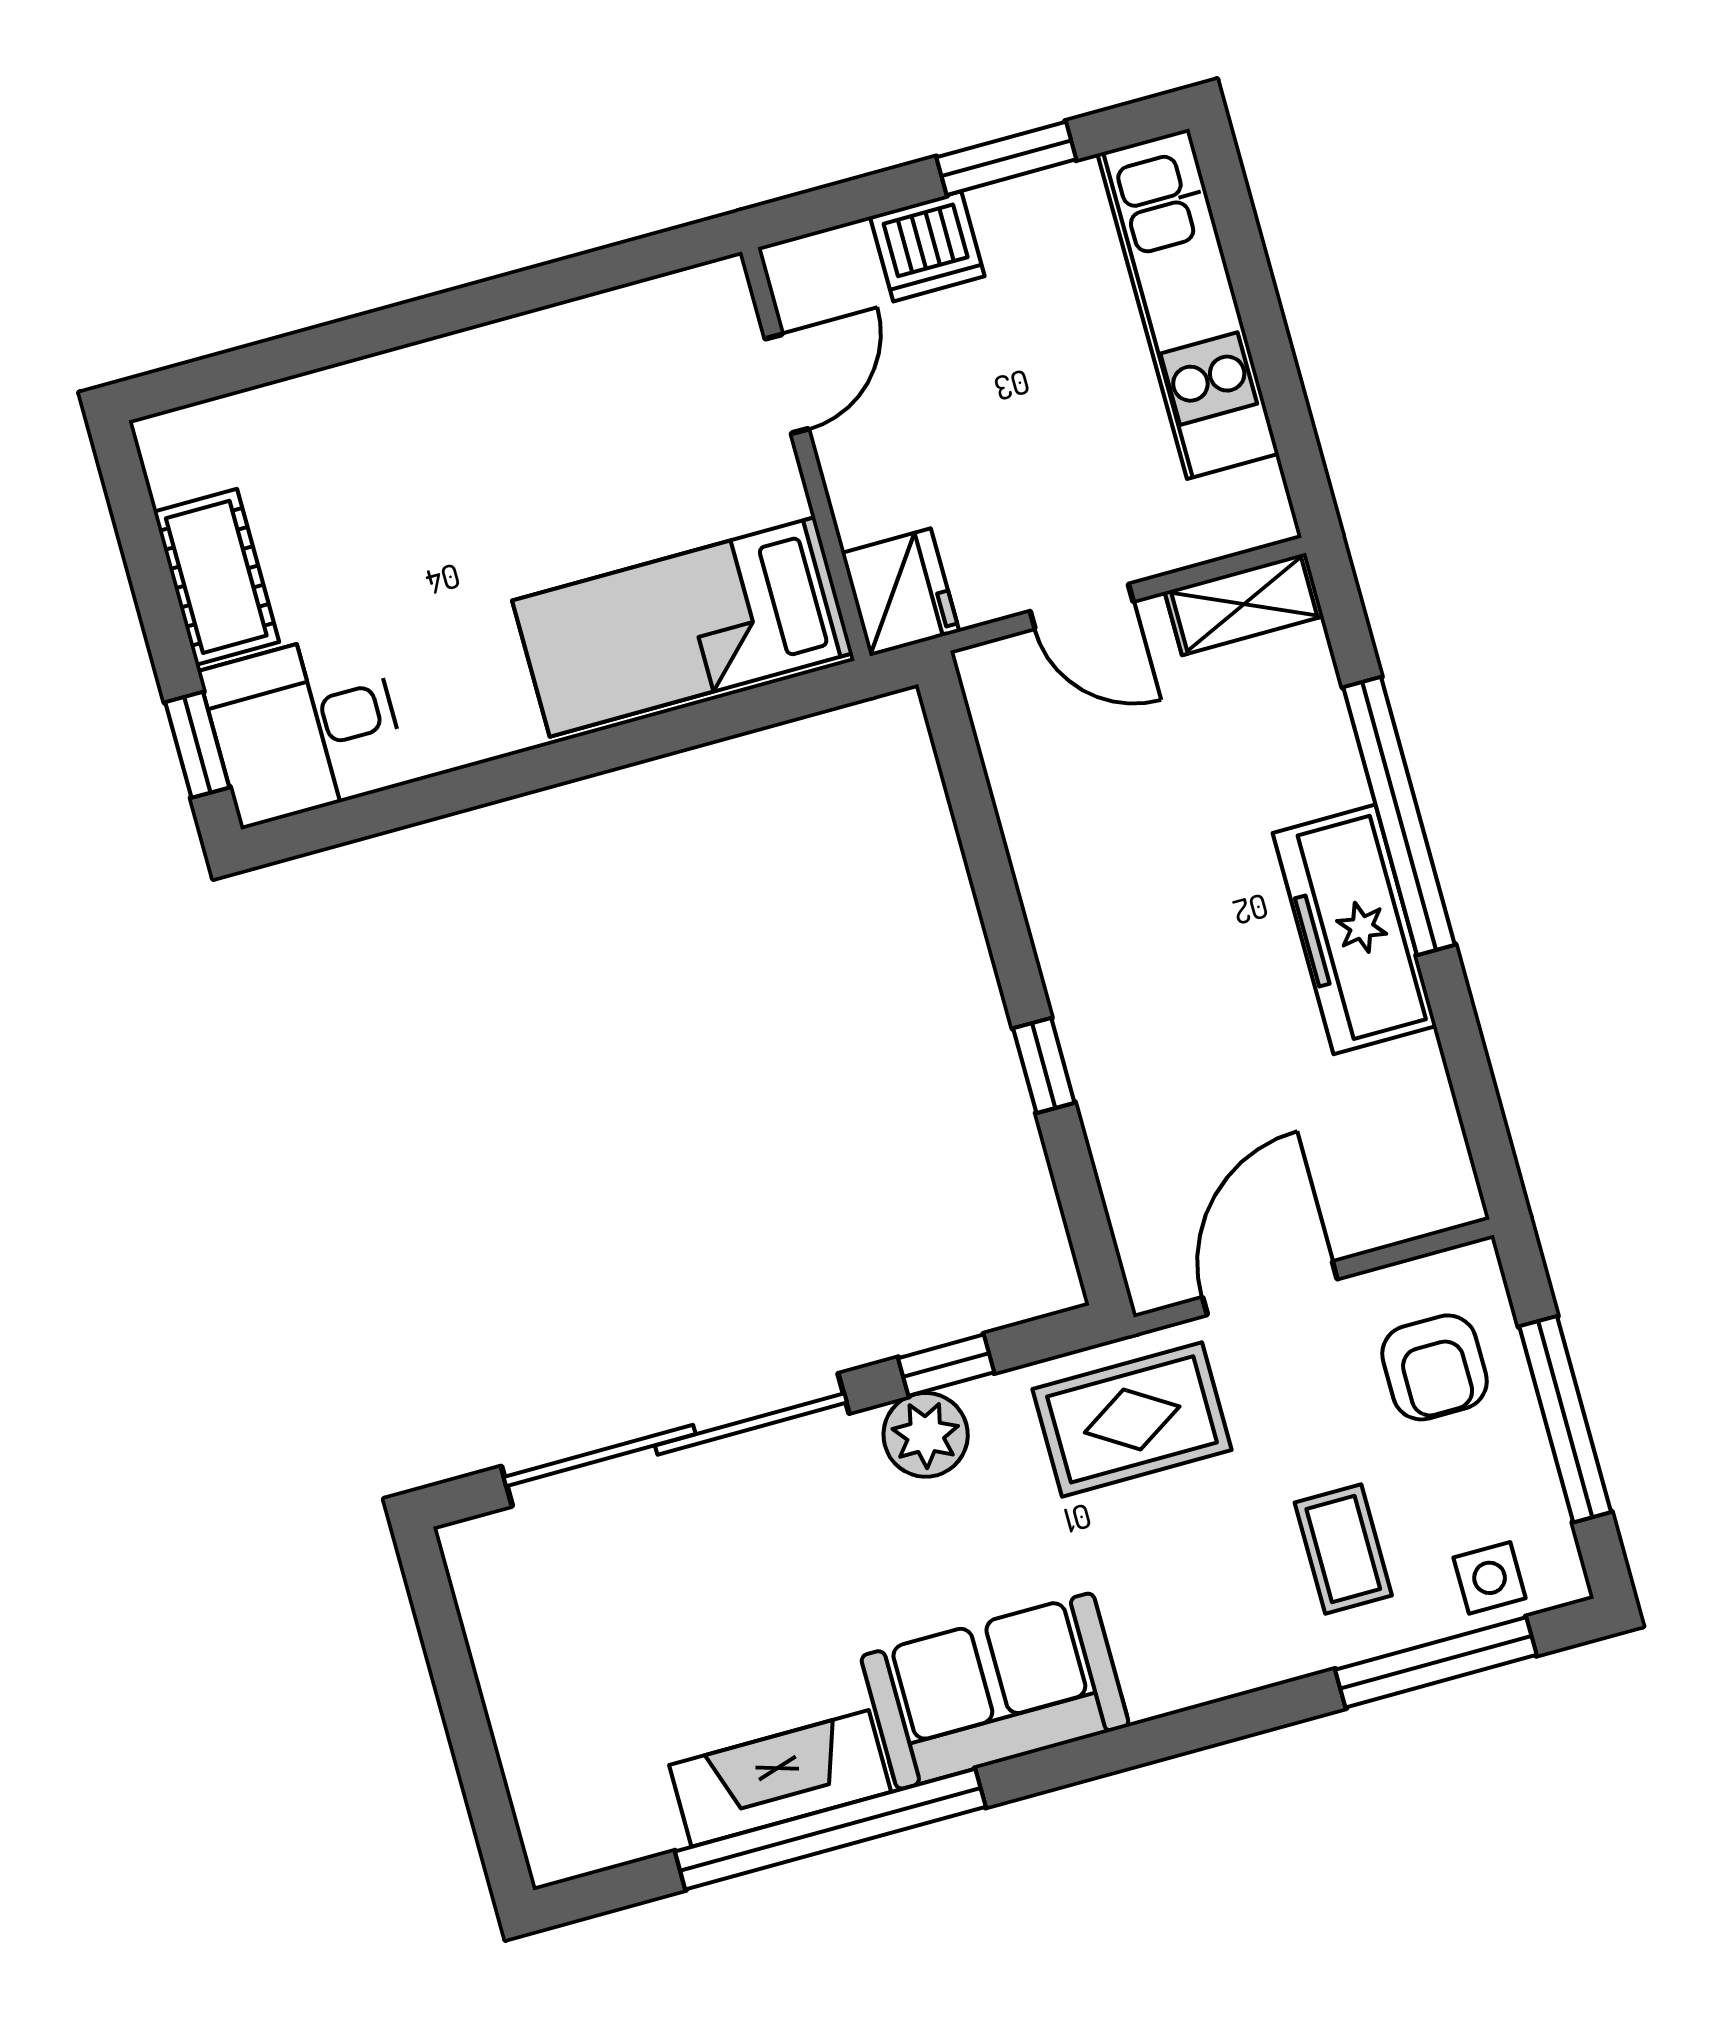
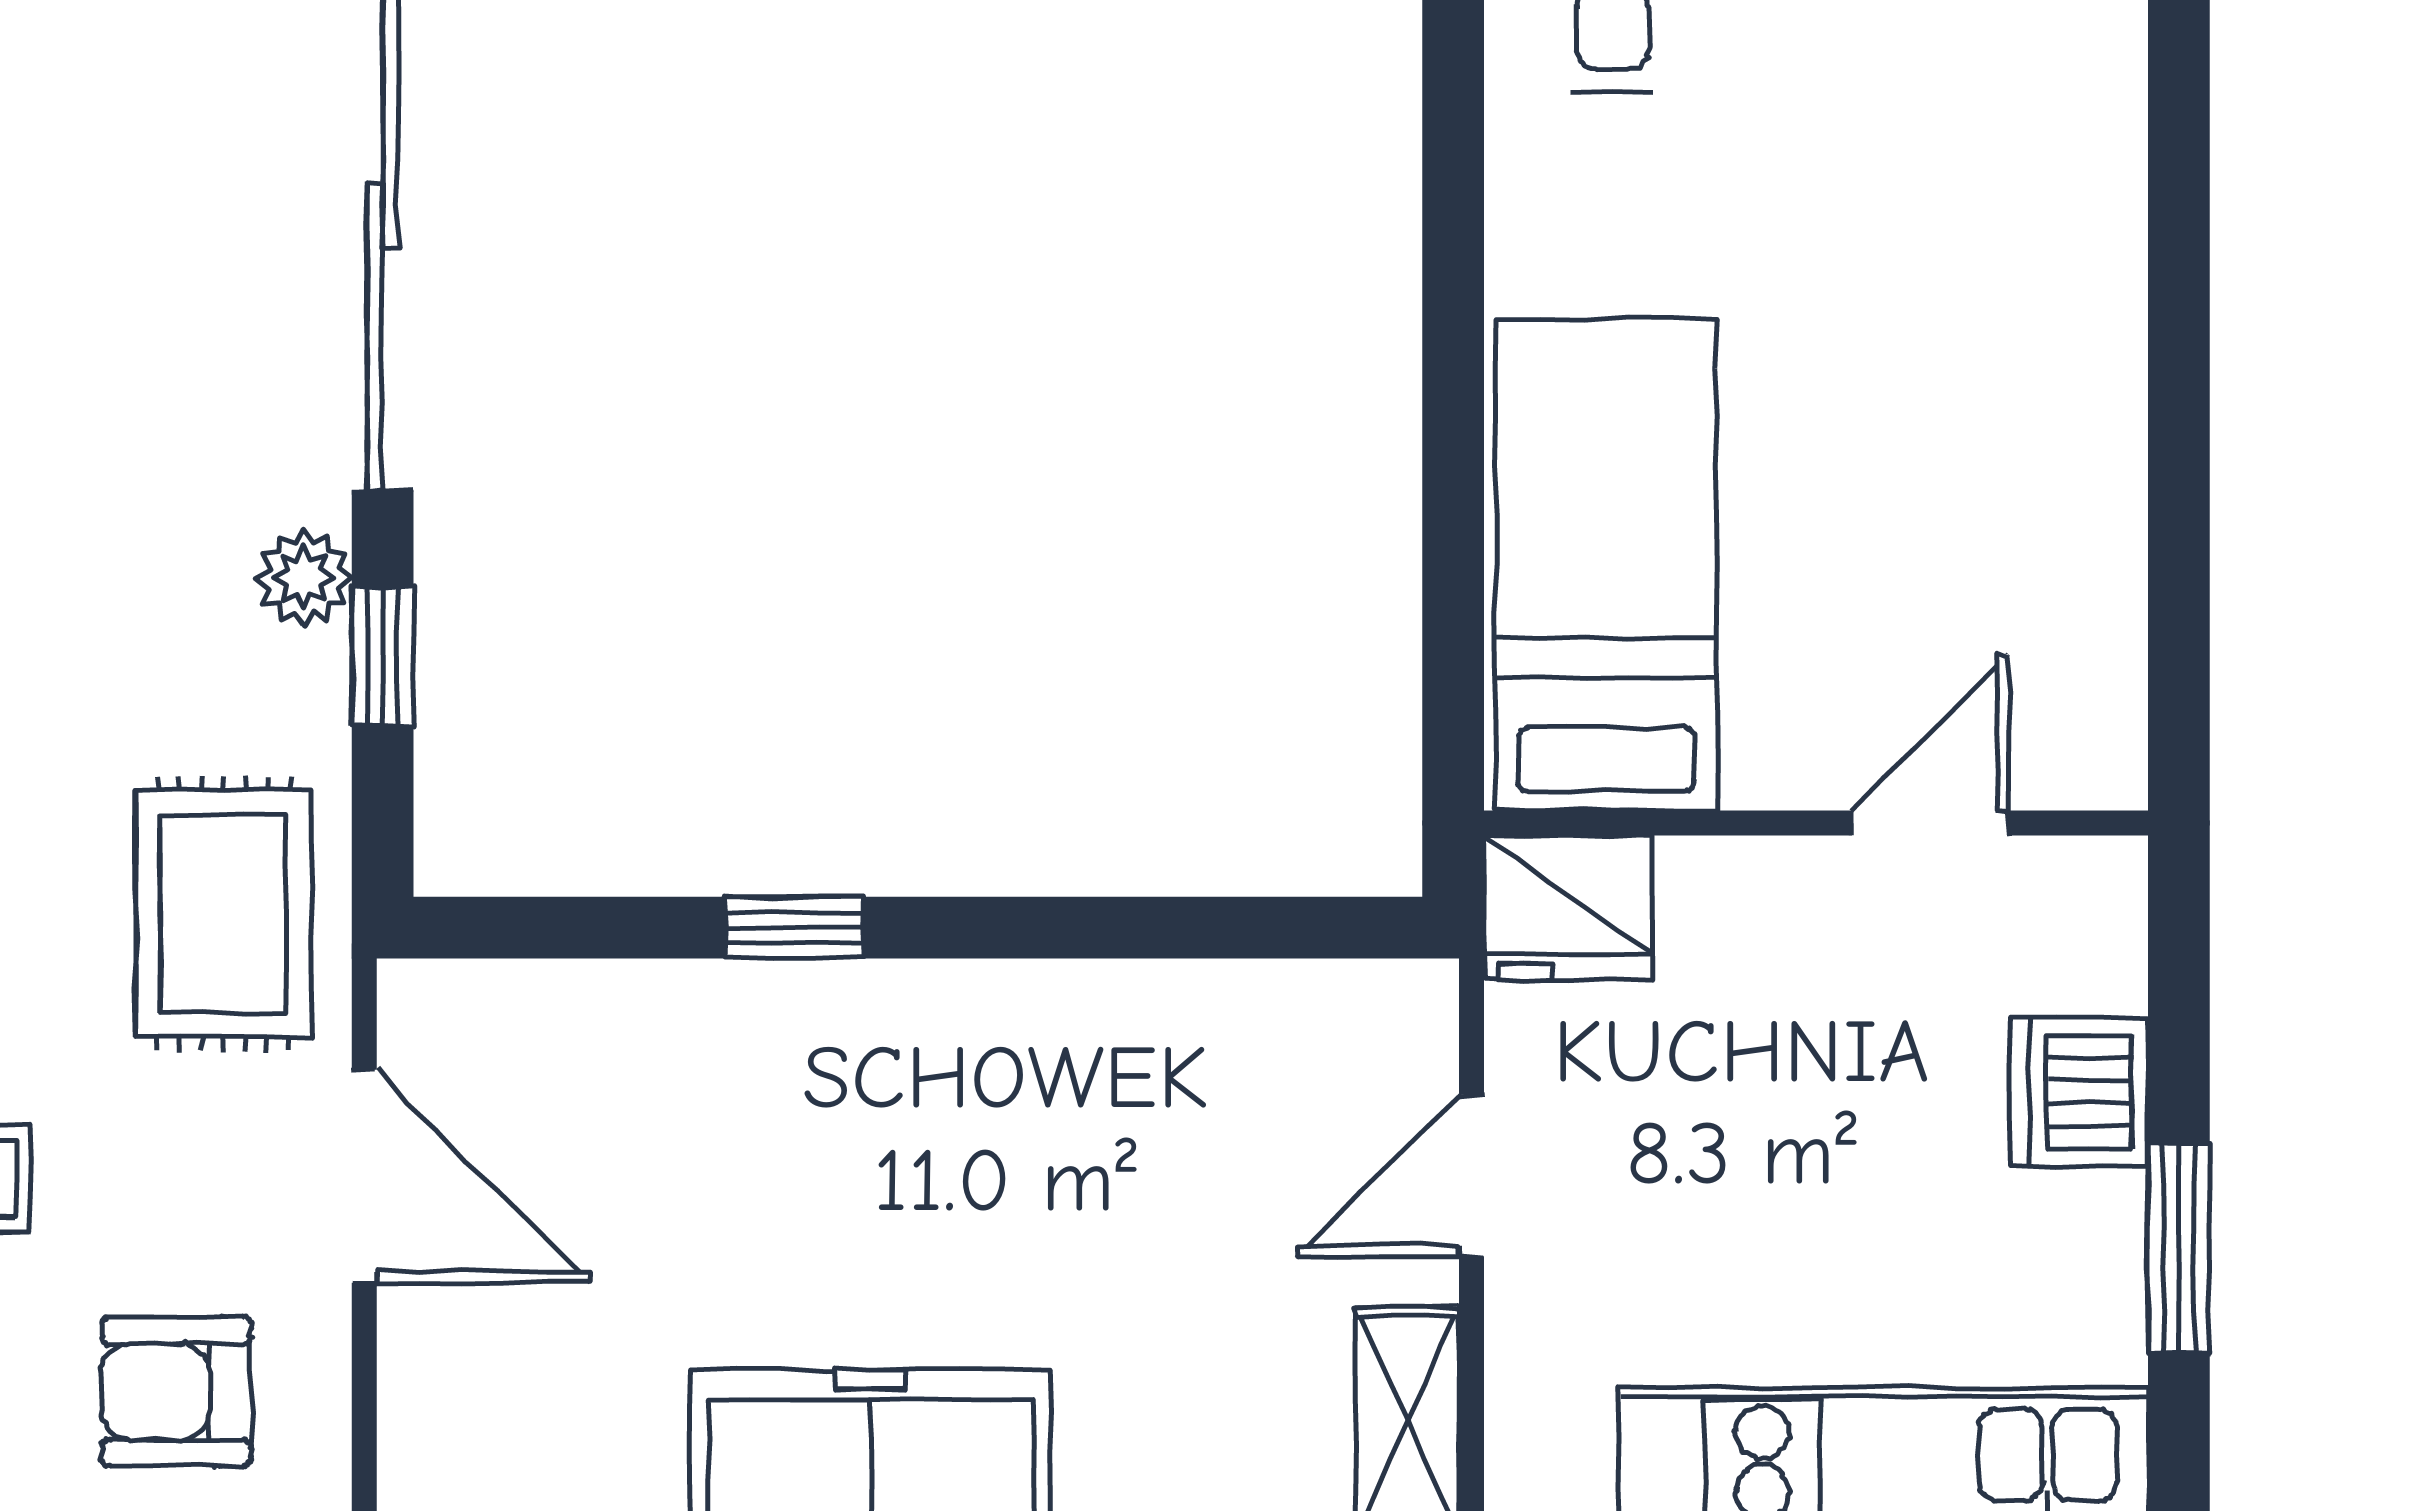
door: (787, 384) -> (1930, 823), swing flipped
plant: (926, 1435) -> (304, 578), width x0.73, depth x0.73

